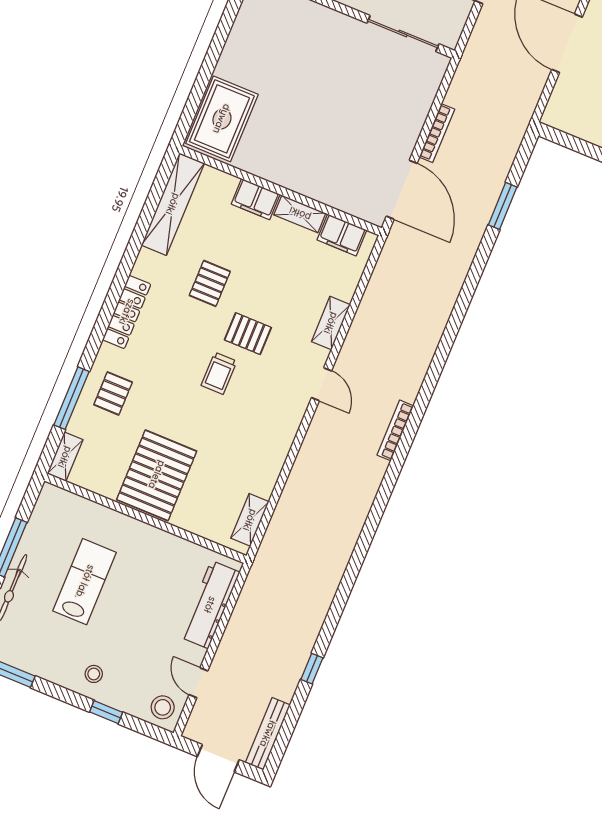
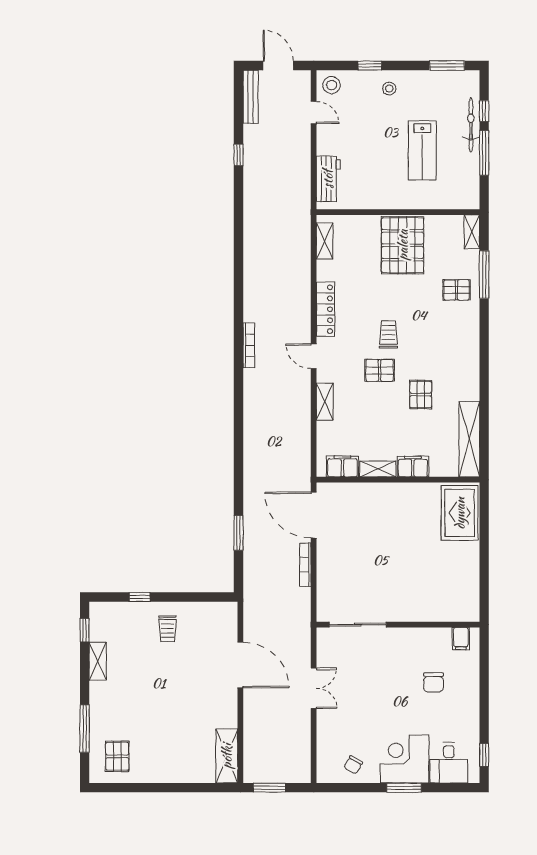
locker: (127, 312) -> (325, 309), moved, turned 180
pallet: (113, 393) -> (457, 290), turned 90
workbench: (210, 605) -> (328, 179), width x0.73

